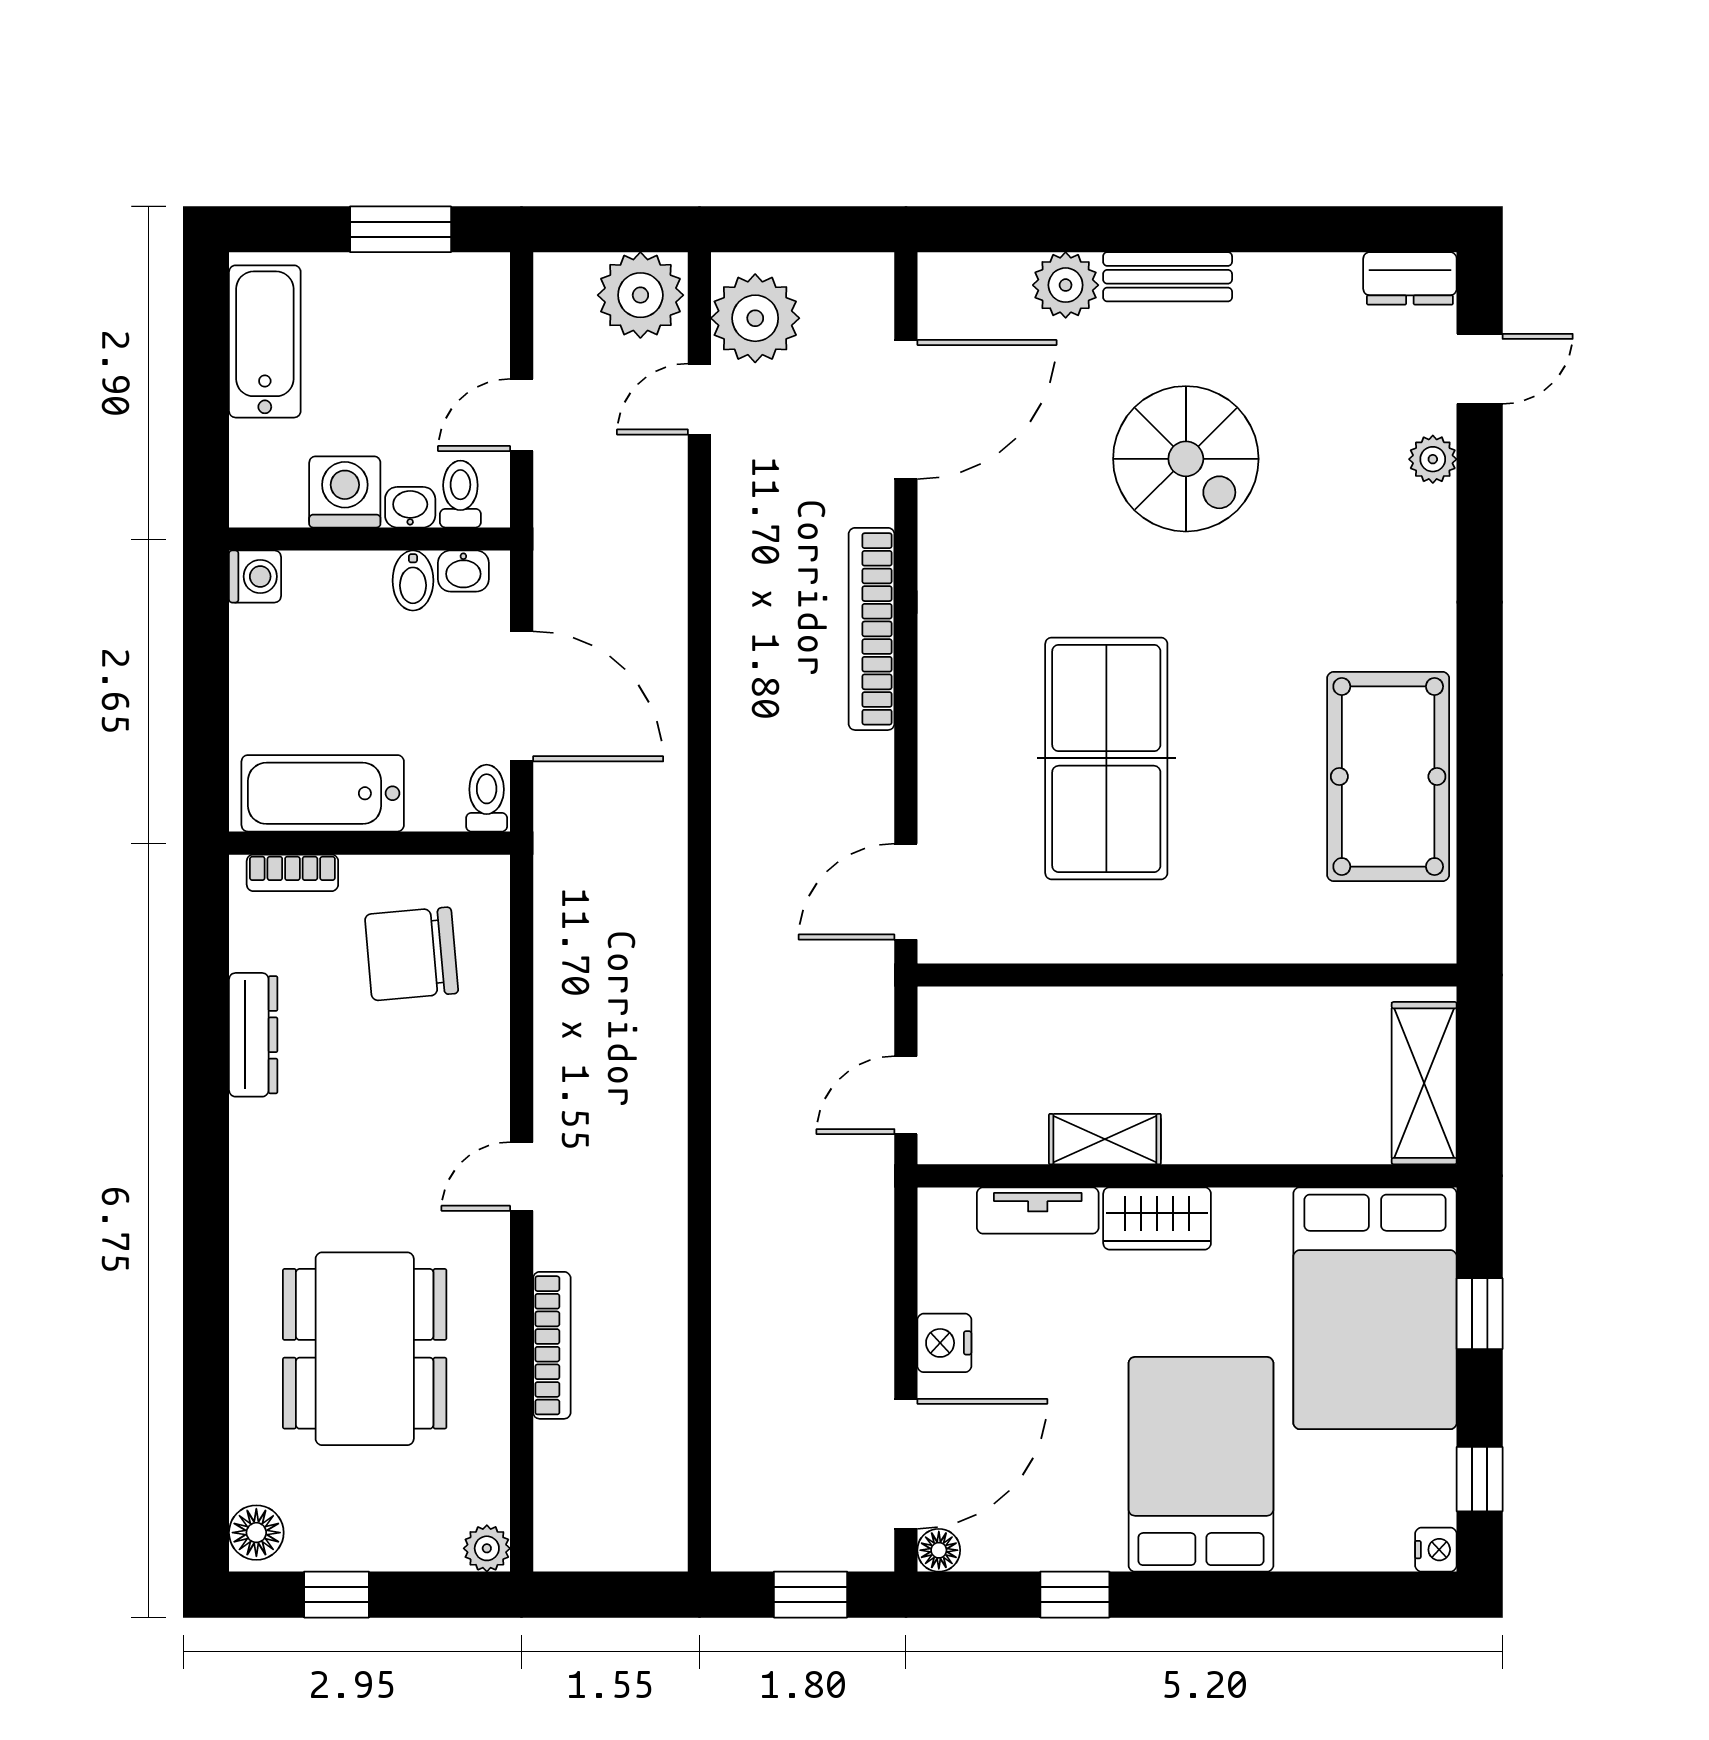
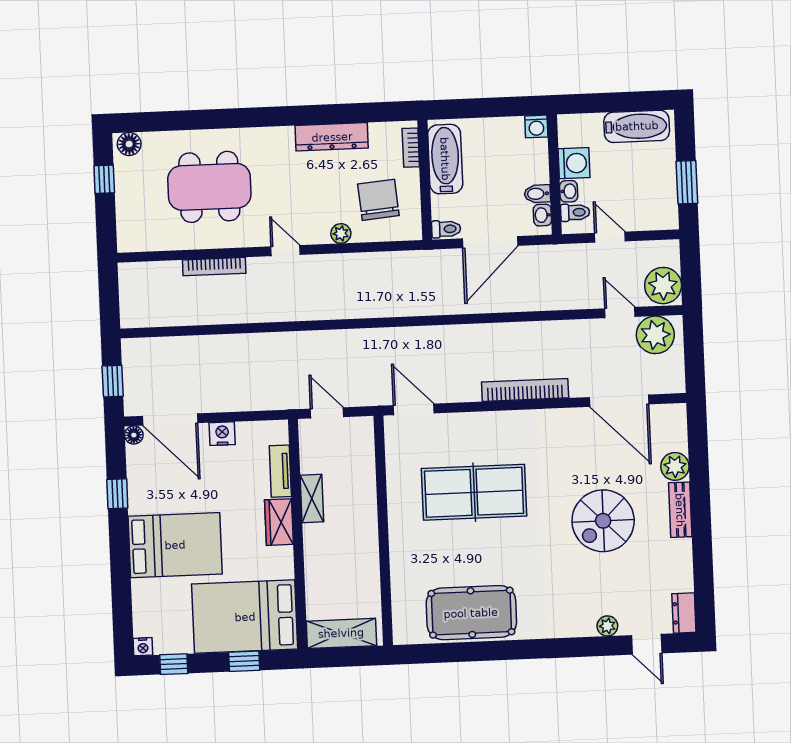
dresser: (253, 1035) -> (332, 137), width x1.37, depth x1.24
plant: (487, 1548) -> (341, 233), moved

